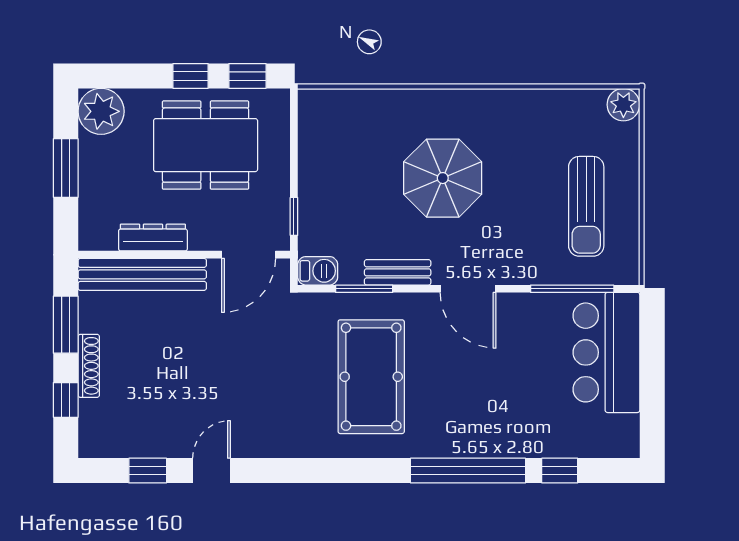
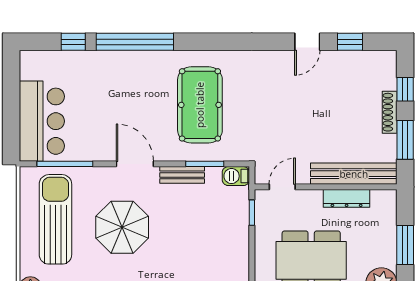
parasol: (443, 178) -> (122, 227), moved
sun lounger: (586, 206) -> (55, 219), width x1.36, depth x1.34
door: (249, 255) -> (282, 187), width x0.73

